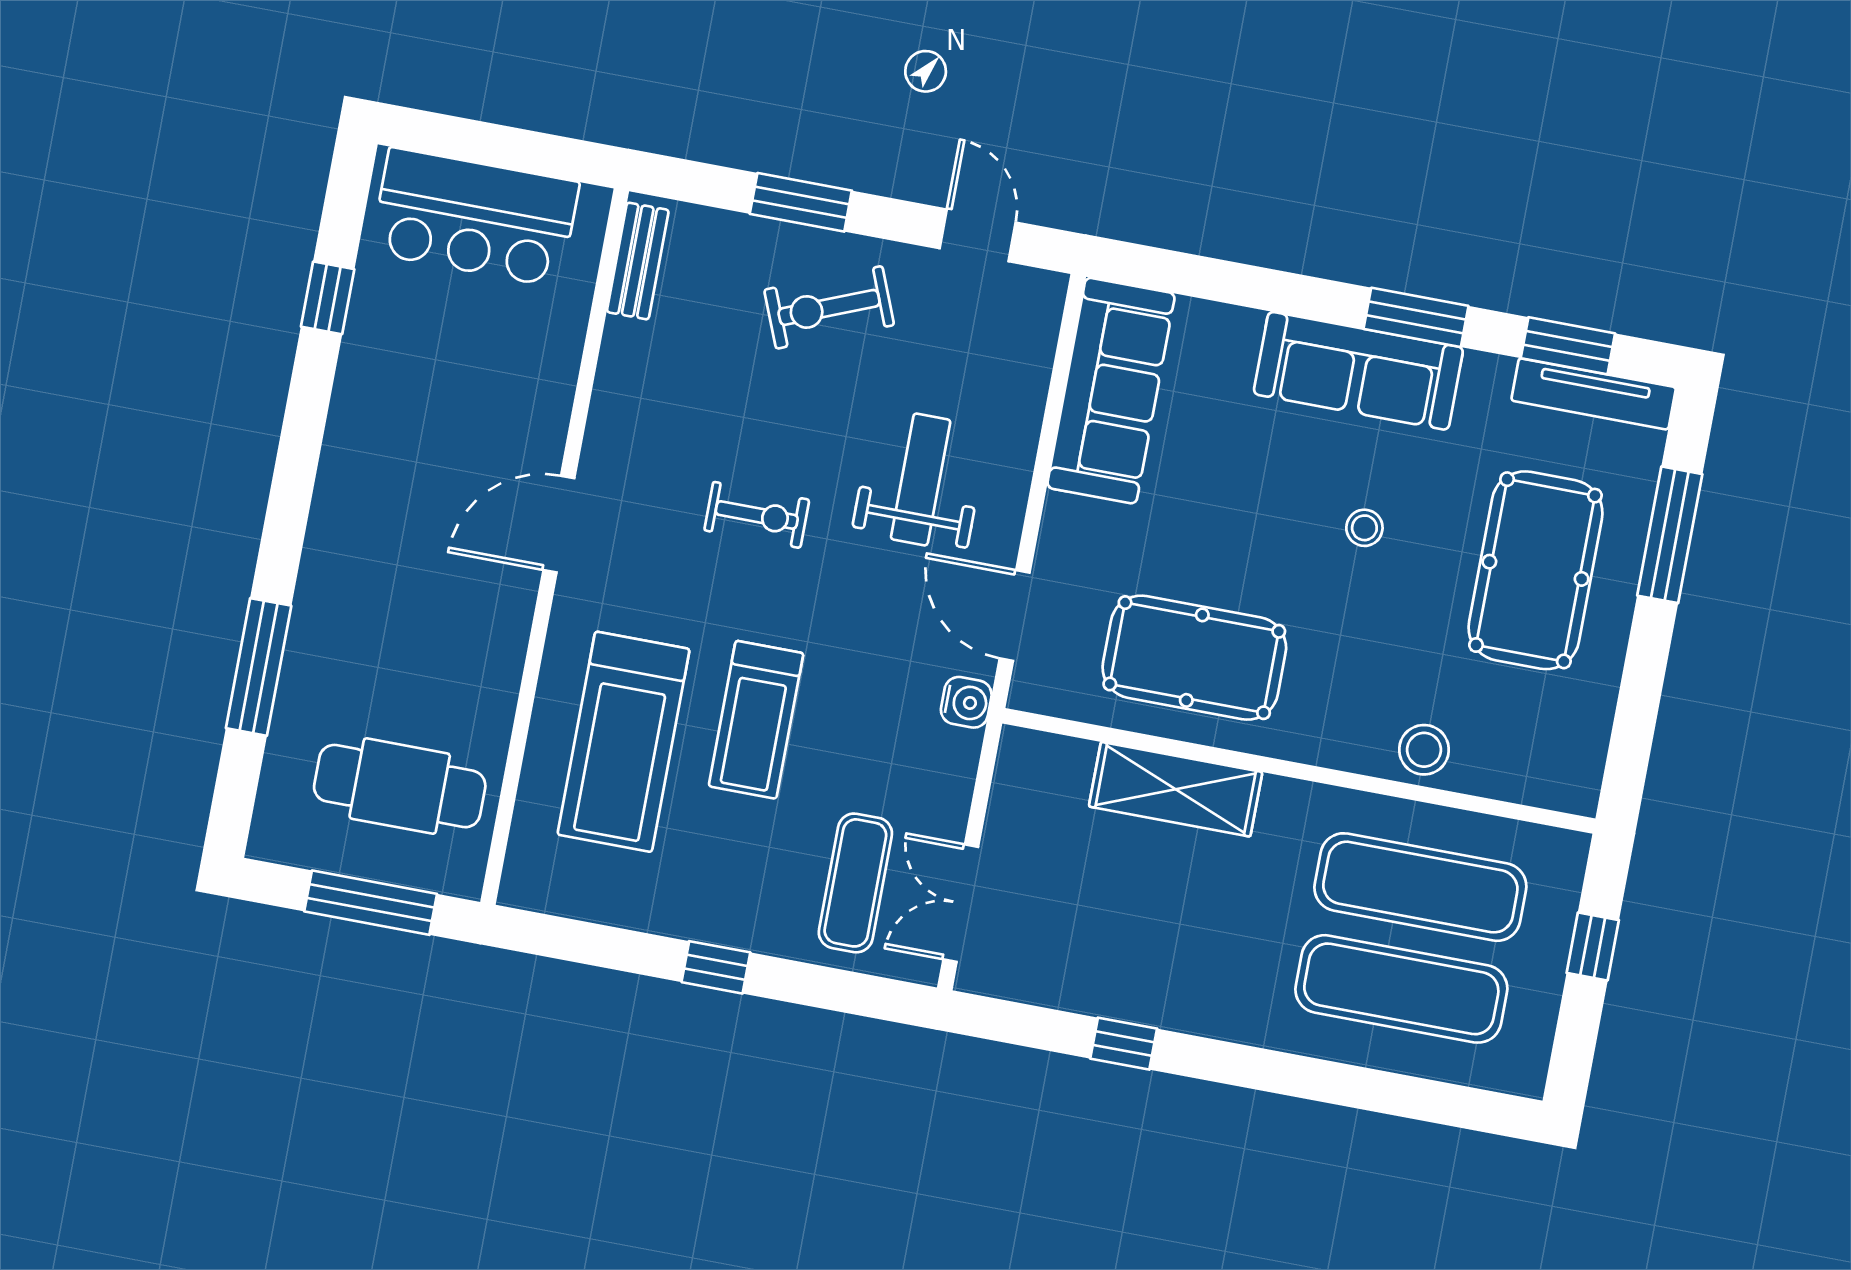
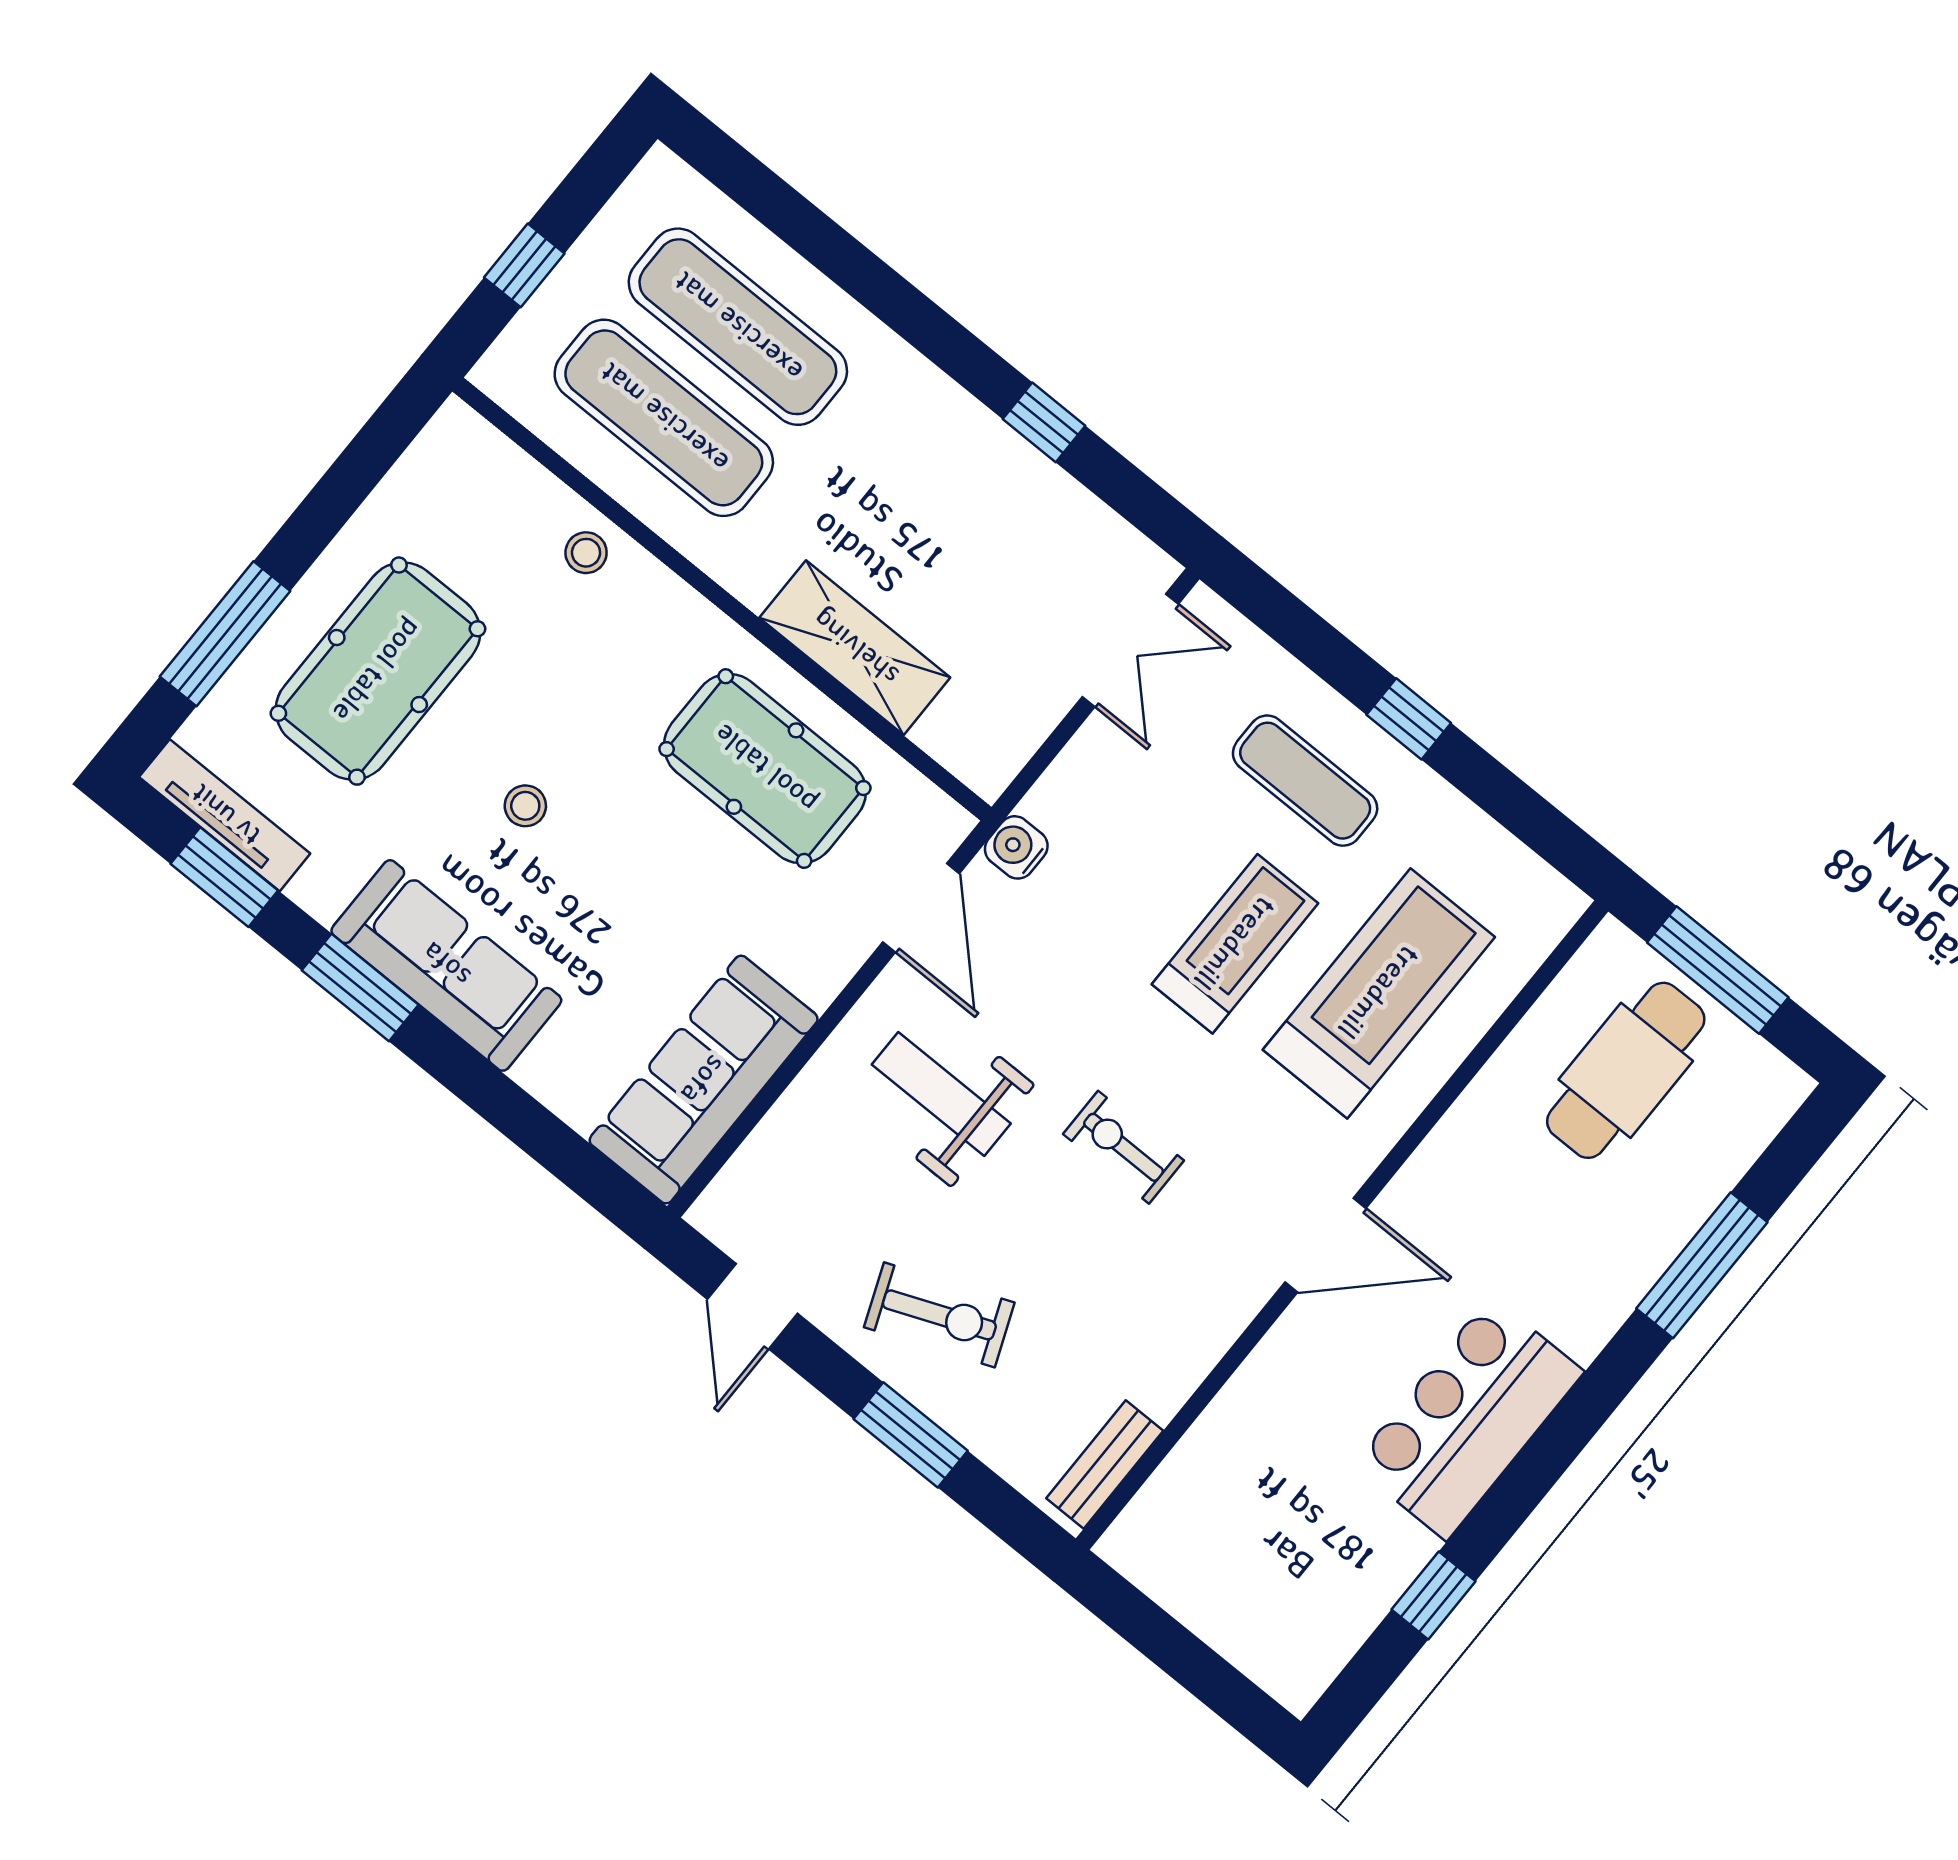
bar counter: (475, 217) -> (1468, 1418), moved, turned -90
weight bench: (921, 479) -> (941, 1094), turned 90
stool: (1424, 750) -> (586, 553), width x0.73, depth x0.73
cafe table: (400, 786) -> (1626, 1070), turned 90
exercise mat: (855, 883) -> (1305, 781), moved, turned 90

